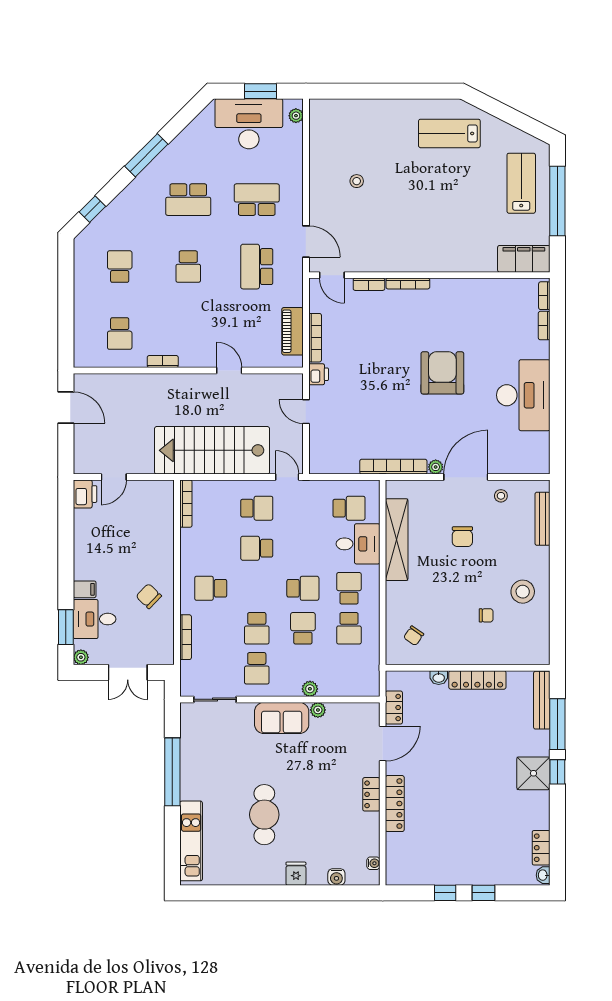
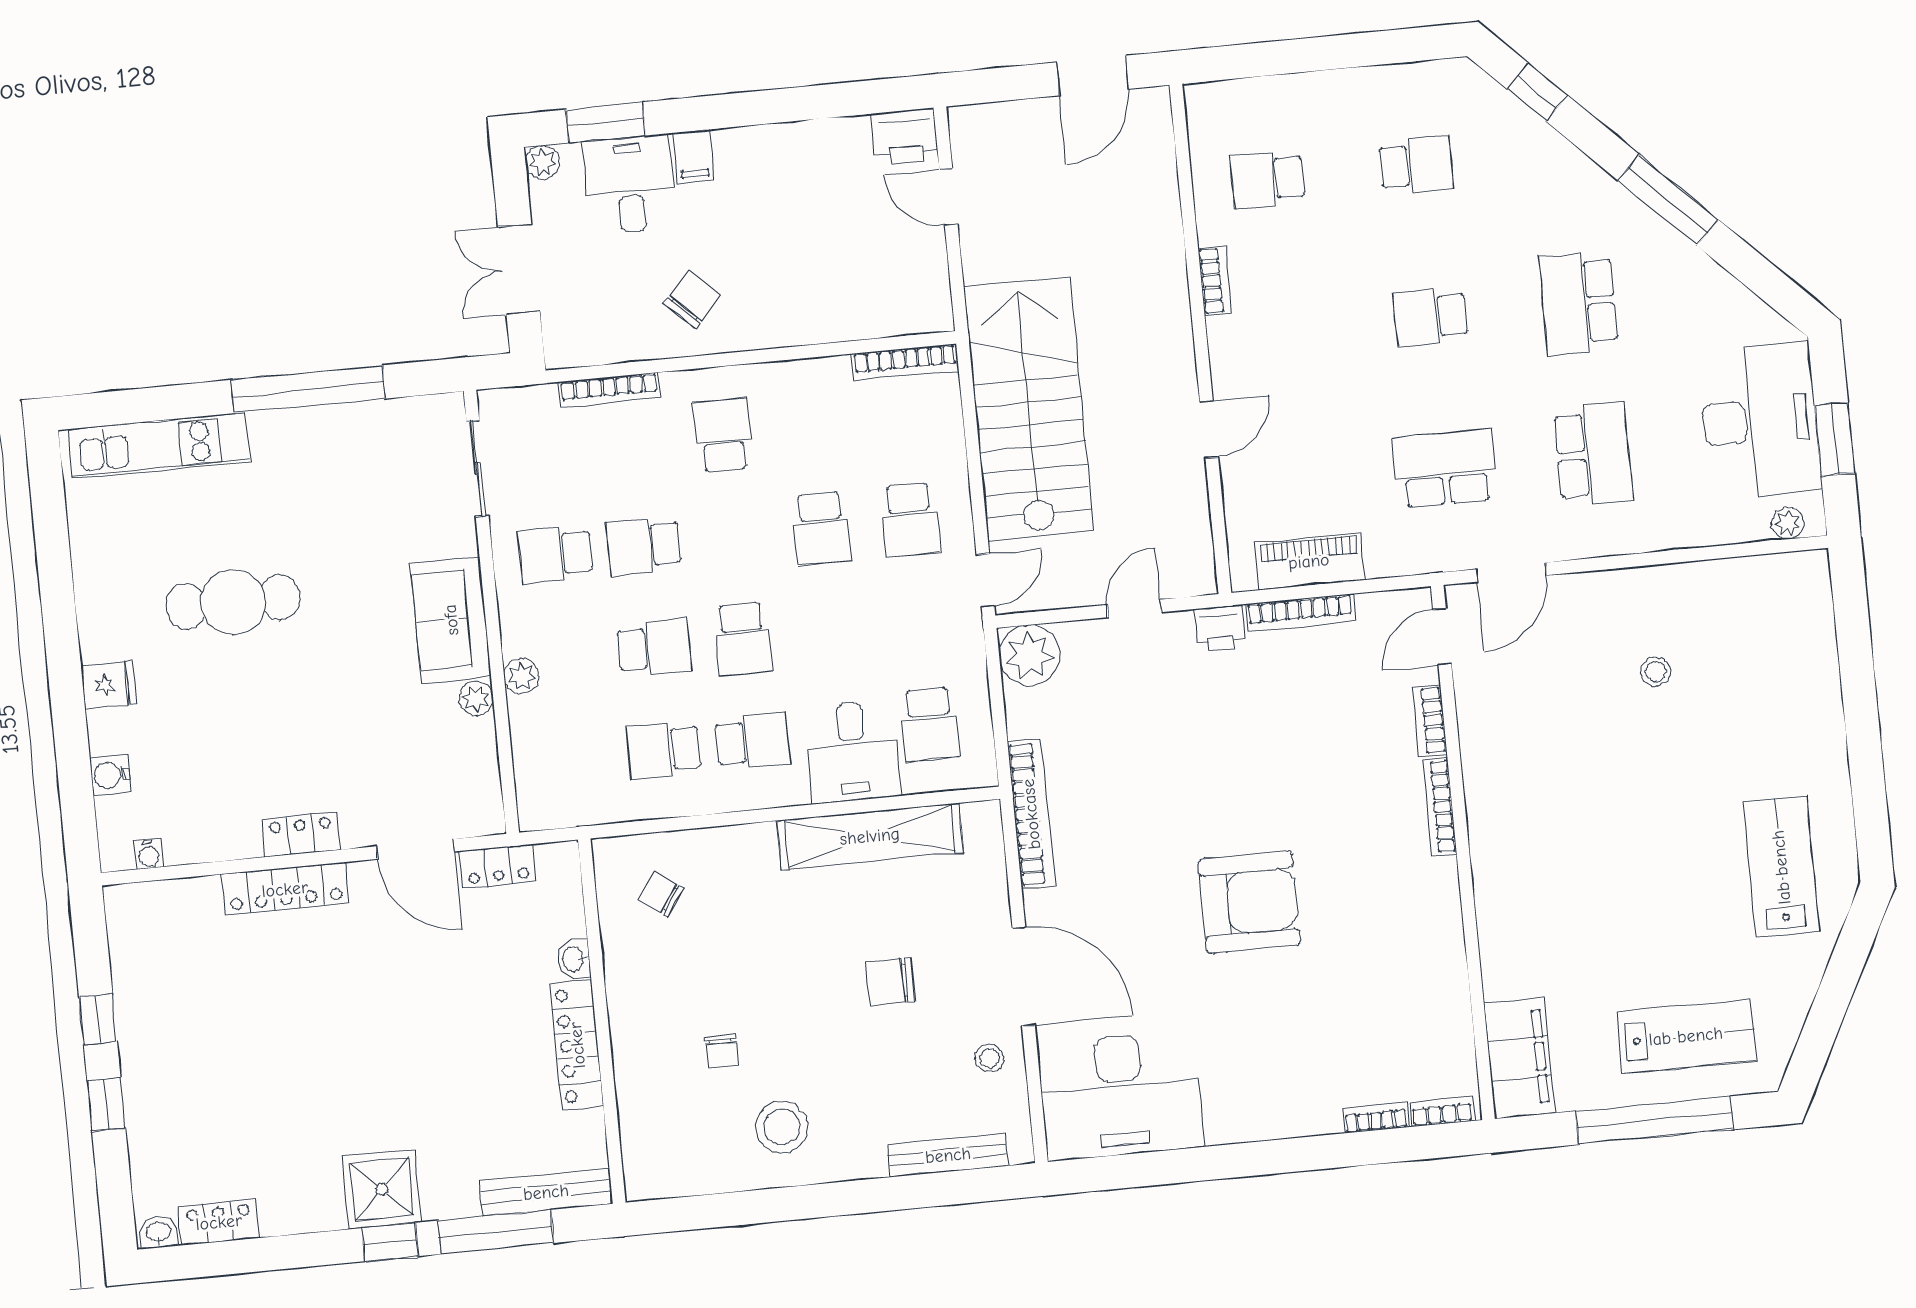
desk: (523, 395) -> (1121, 1095), moved
plant: (436, 467) -> (1029, 655), moved, width x1.88, depth x1.88
school desk: (257, 548) -> (821, 529), turned 180

